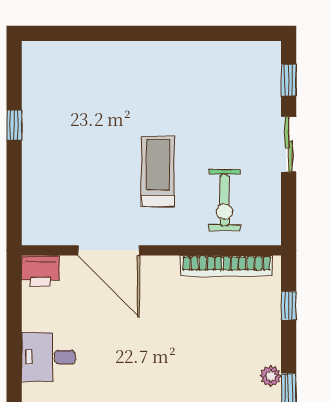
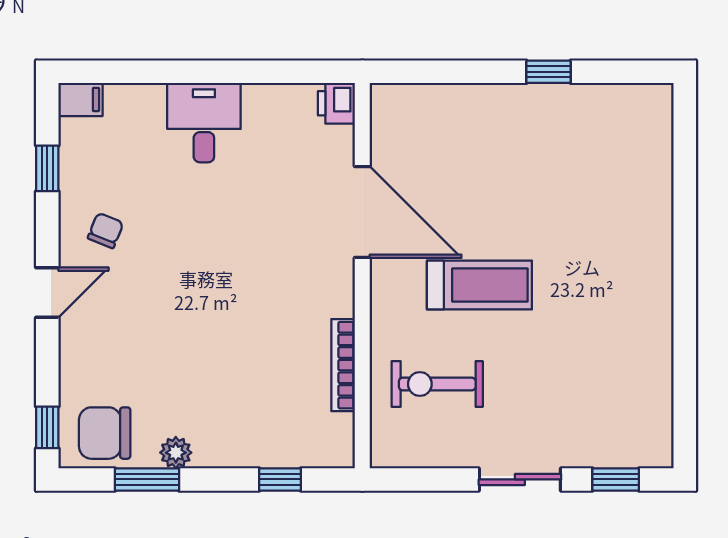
door: (109, 250) -> (362, 212), swing flipped
bookcase: (227, 266) -> (343, 365), width x0.68, depth x0.76
printer: (40, 271) -> (336, 103), width x0.73, depth x0.81

